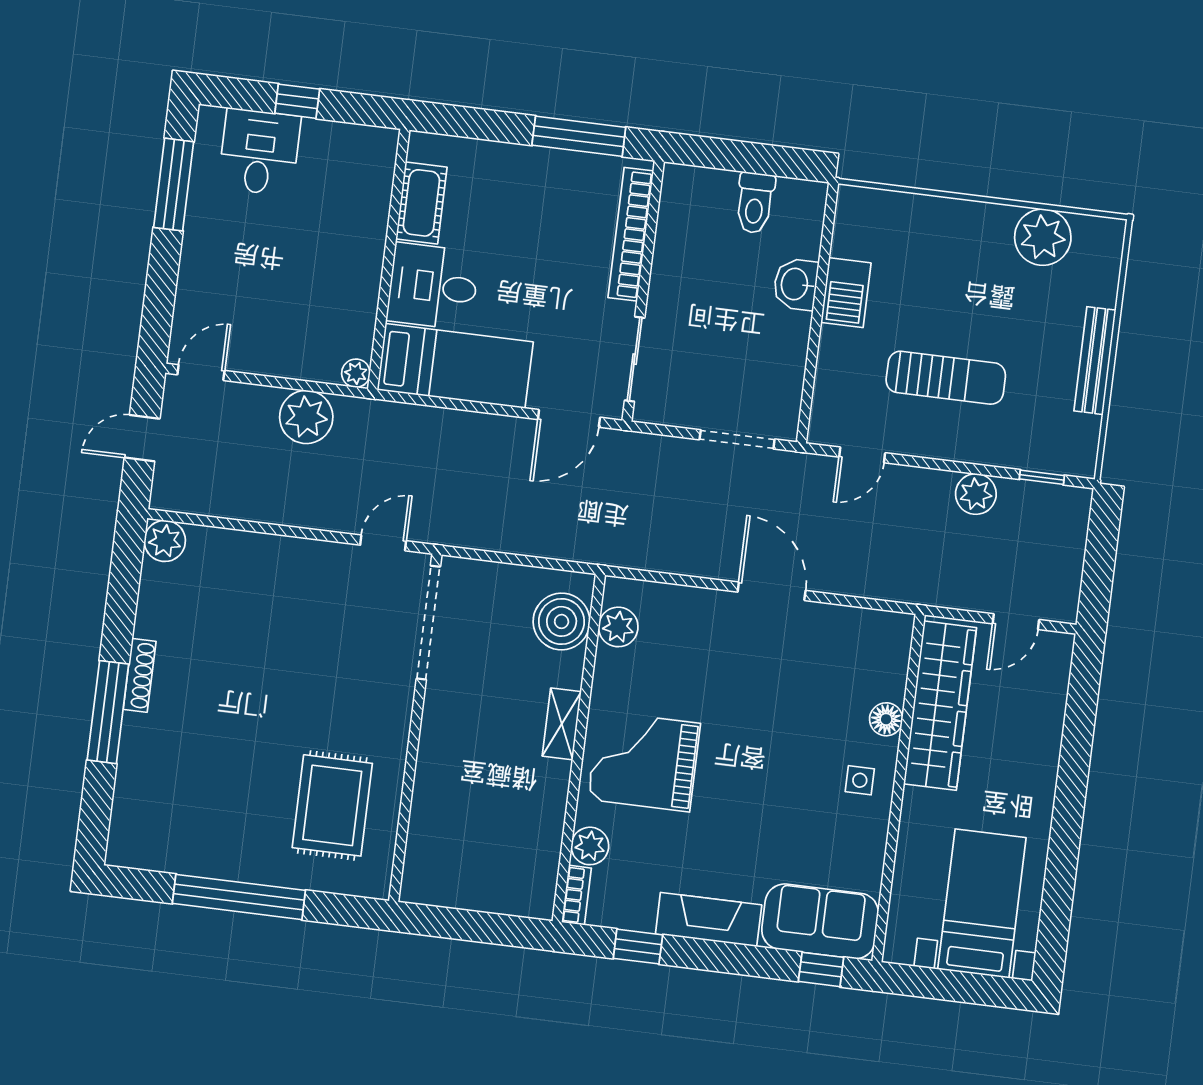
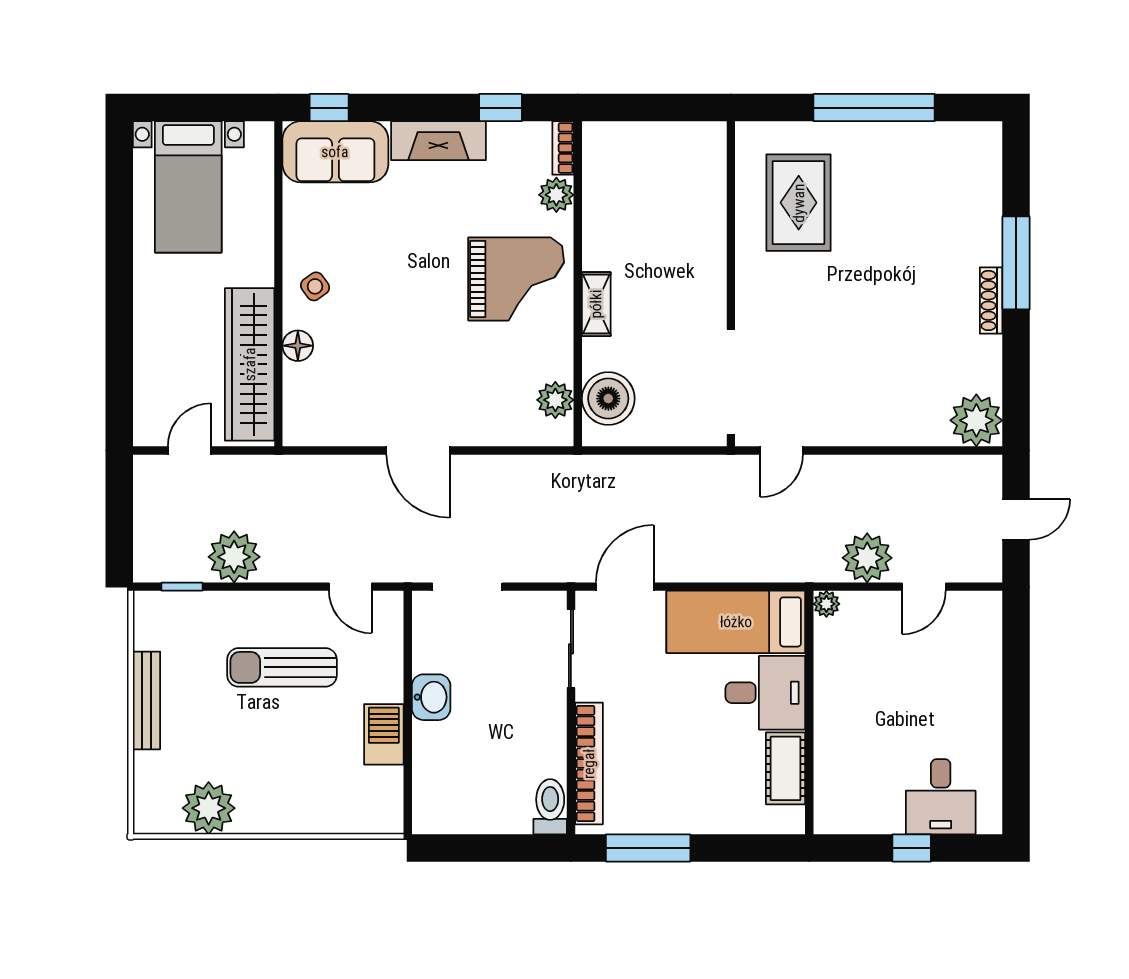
window: (174, 185) -> (1016, 757), removed
toilet: (755, 203) -> (550, 807), moved
washbasin: (796, 284) -> (431, 697), moved
door: (201, 373) -> (924, 587), moved
door: (862, 455) -> (350, 587), swing flipped
plant: (976, 494) -> (234, 557), width x1.36, depth x1.36
plant: (165, 541) -> (976, 420), width x1.36, depth x1.36
side table: (860, 780) -> (315, 286), turned -36

